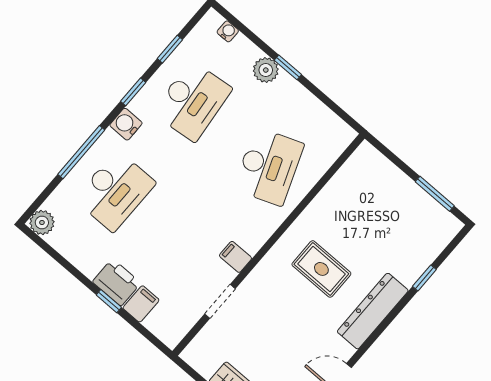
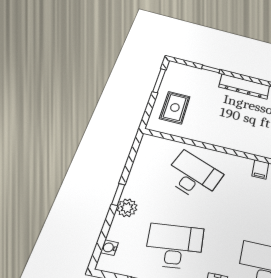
desk: (269, 167) -> (193, 176), turned 42
rug: (321, 269) -> (175, 107), moved

